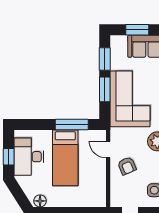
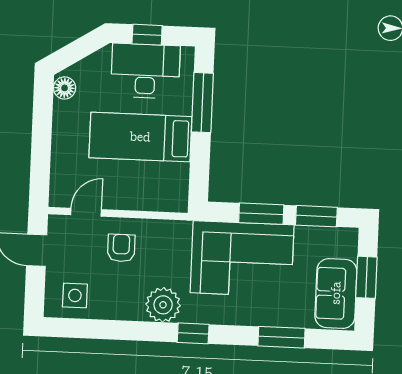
window: (72, 125) -> (202, 103), moved
door: (108, 149) -> (86, 212), moved
armchair: (127, 166) -> (121, 248), turned 113

